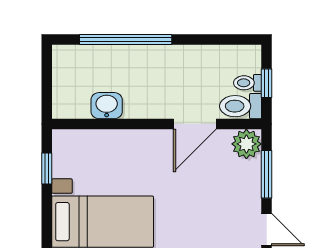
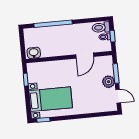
washbasin: (107, 106) -> (34, 53), moved
toilet: (240, 106) -> (101, 27), moved
plant: (246, 144) -> (109, 82), moved

